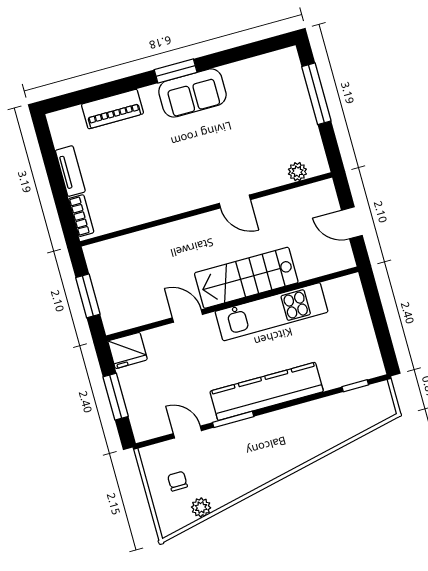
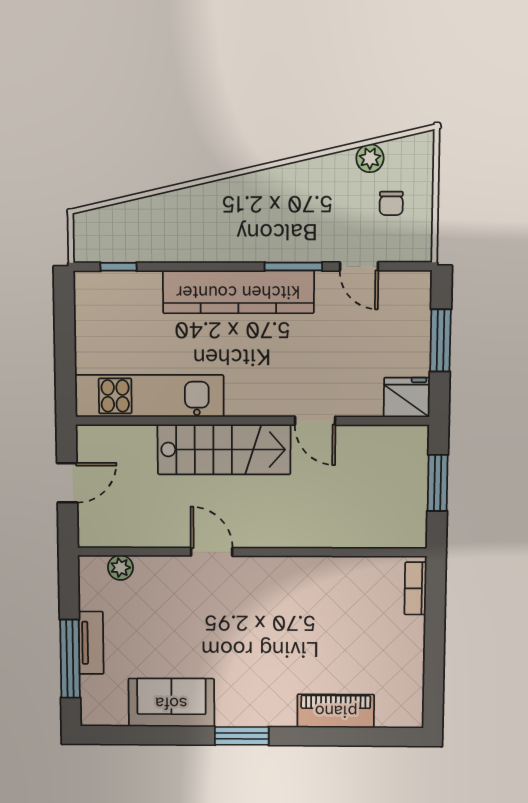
sofa: (192, 93) -> (171, 703), moved
tv unit: (70, 171) -> (91, 643), moved, turned 180
door: (352, 223) -> (67, 483), hinge flipped
kitchen unit: (272, 312) -> (149, 396), moved

